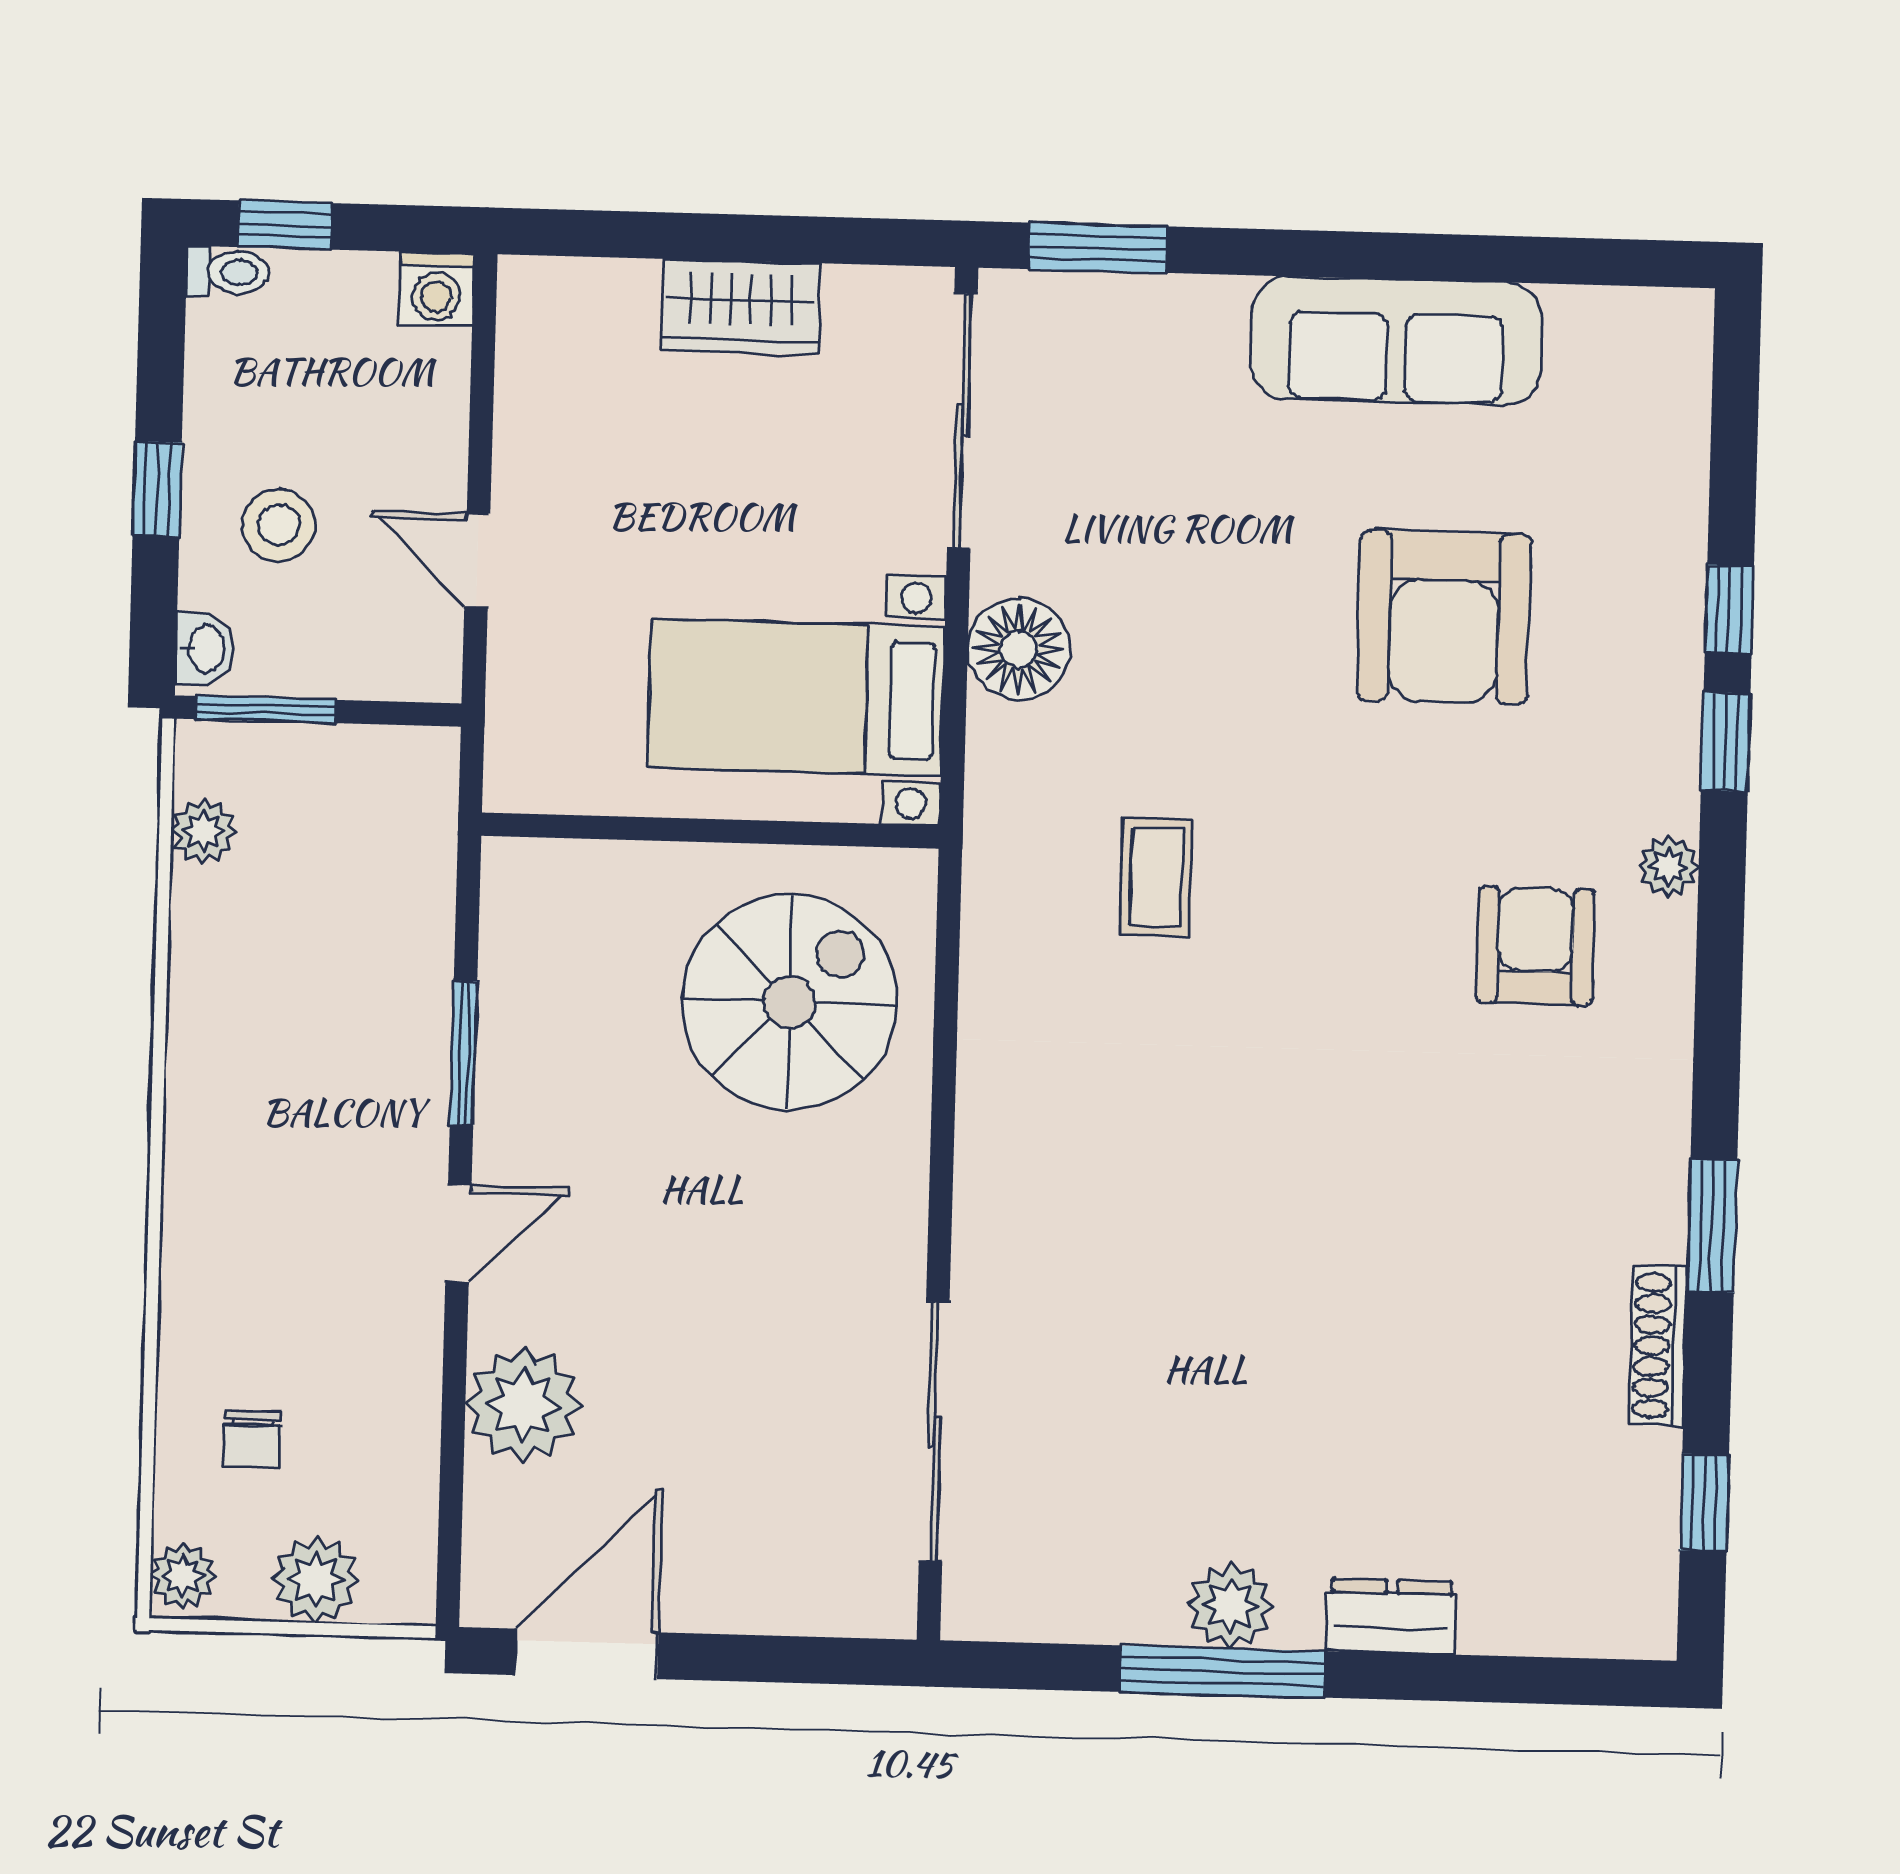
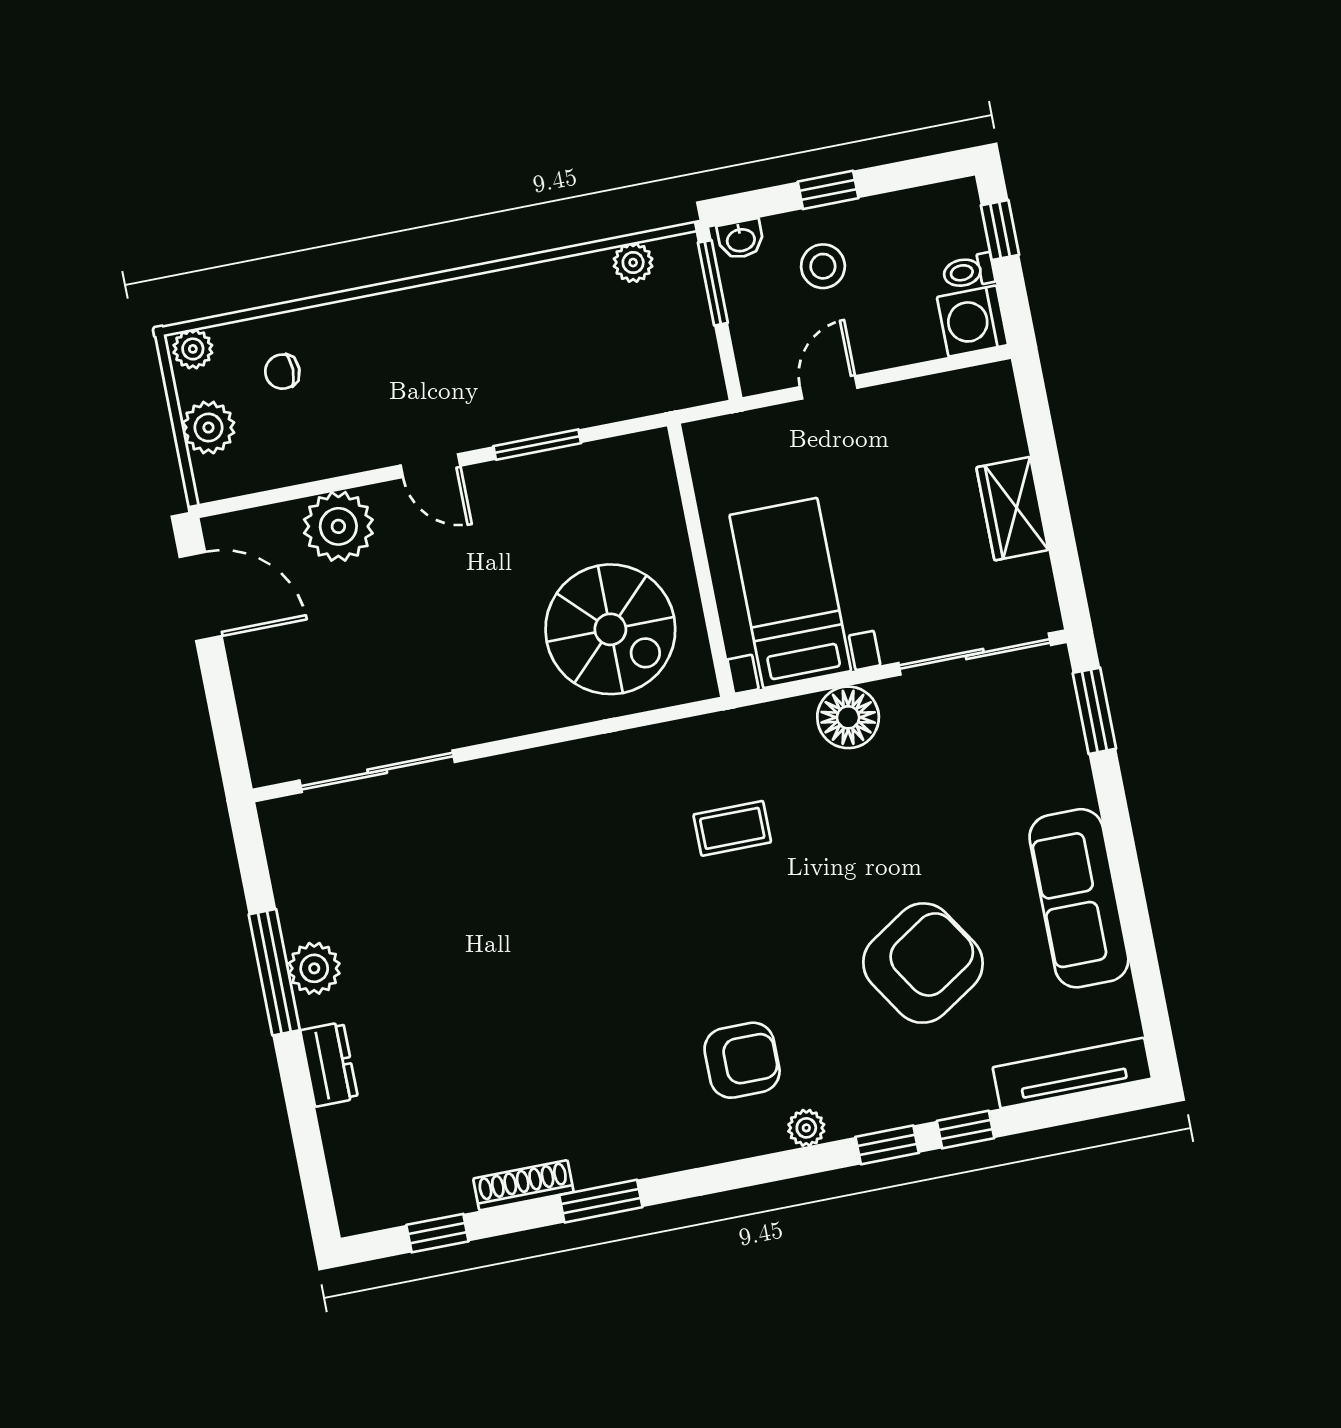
toilet: (228, 272) -> (969, 271), moved, turned 90
washing machine: (436, 289) -> (973, 321), width x1.38, depth x1.38
tv unit: (1677, 416) -> (1072, 1073), added
armchair: (1444, 617) -> (923, 963), turned 147

